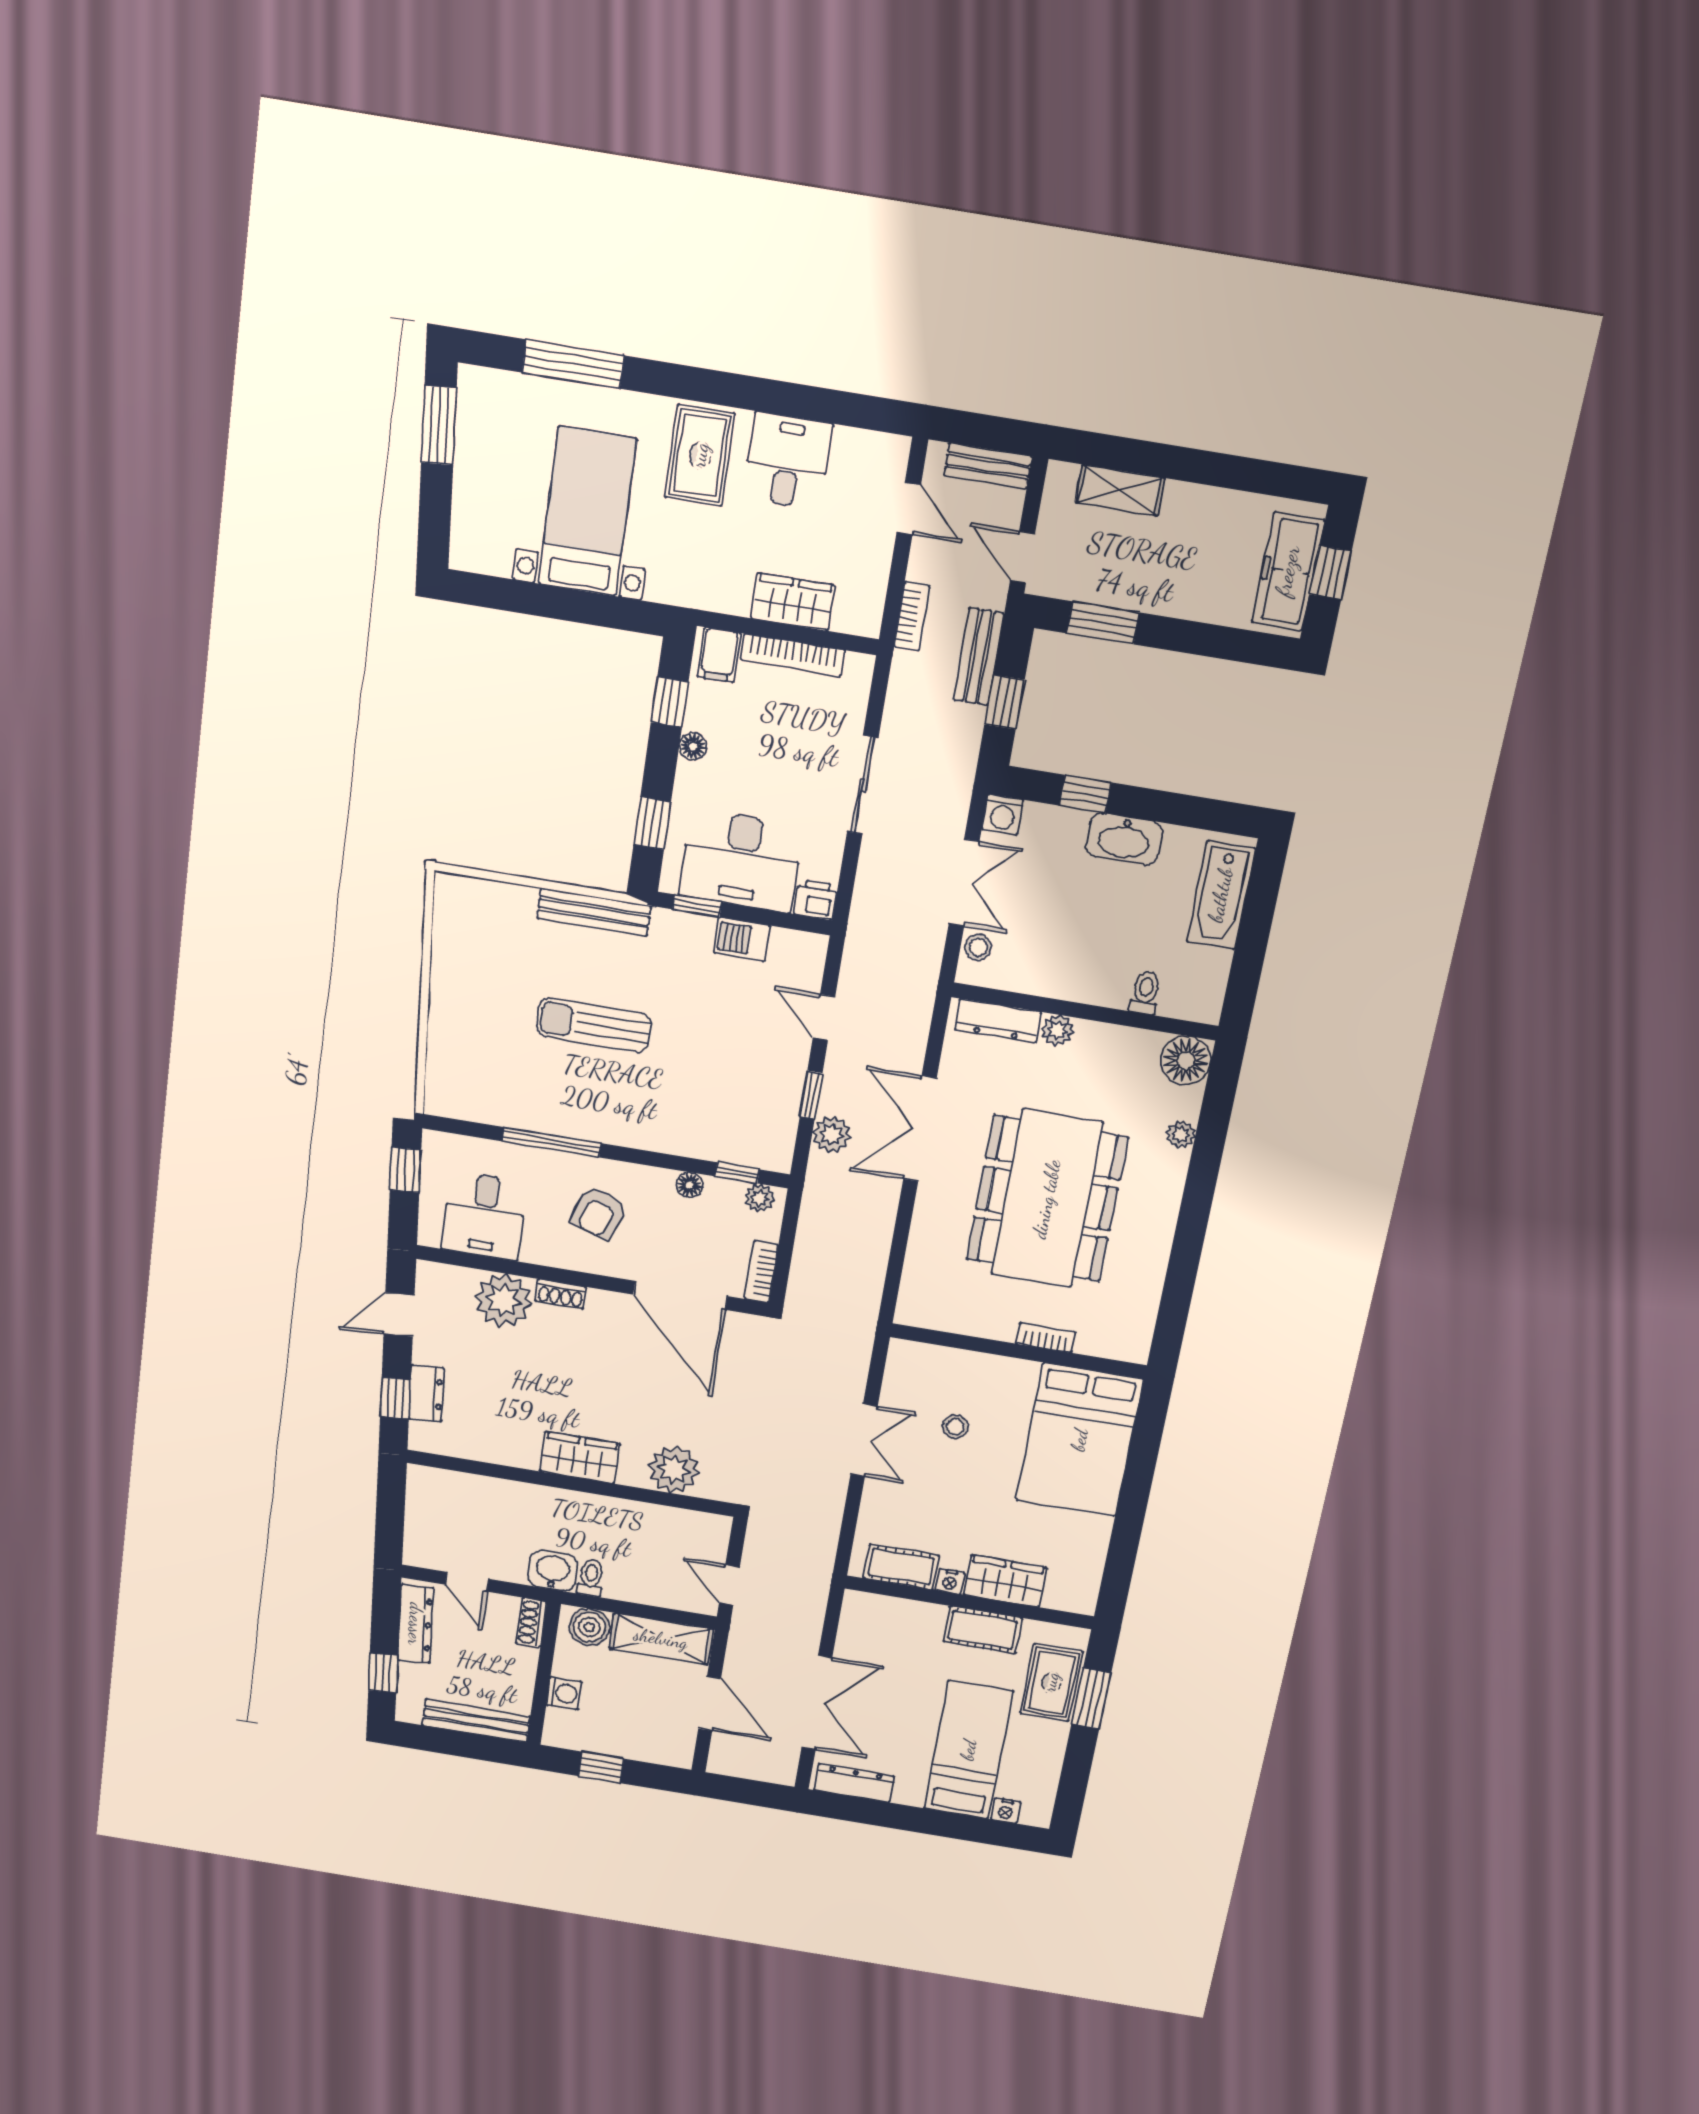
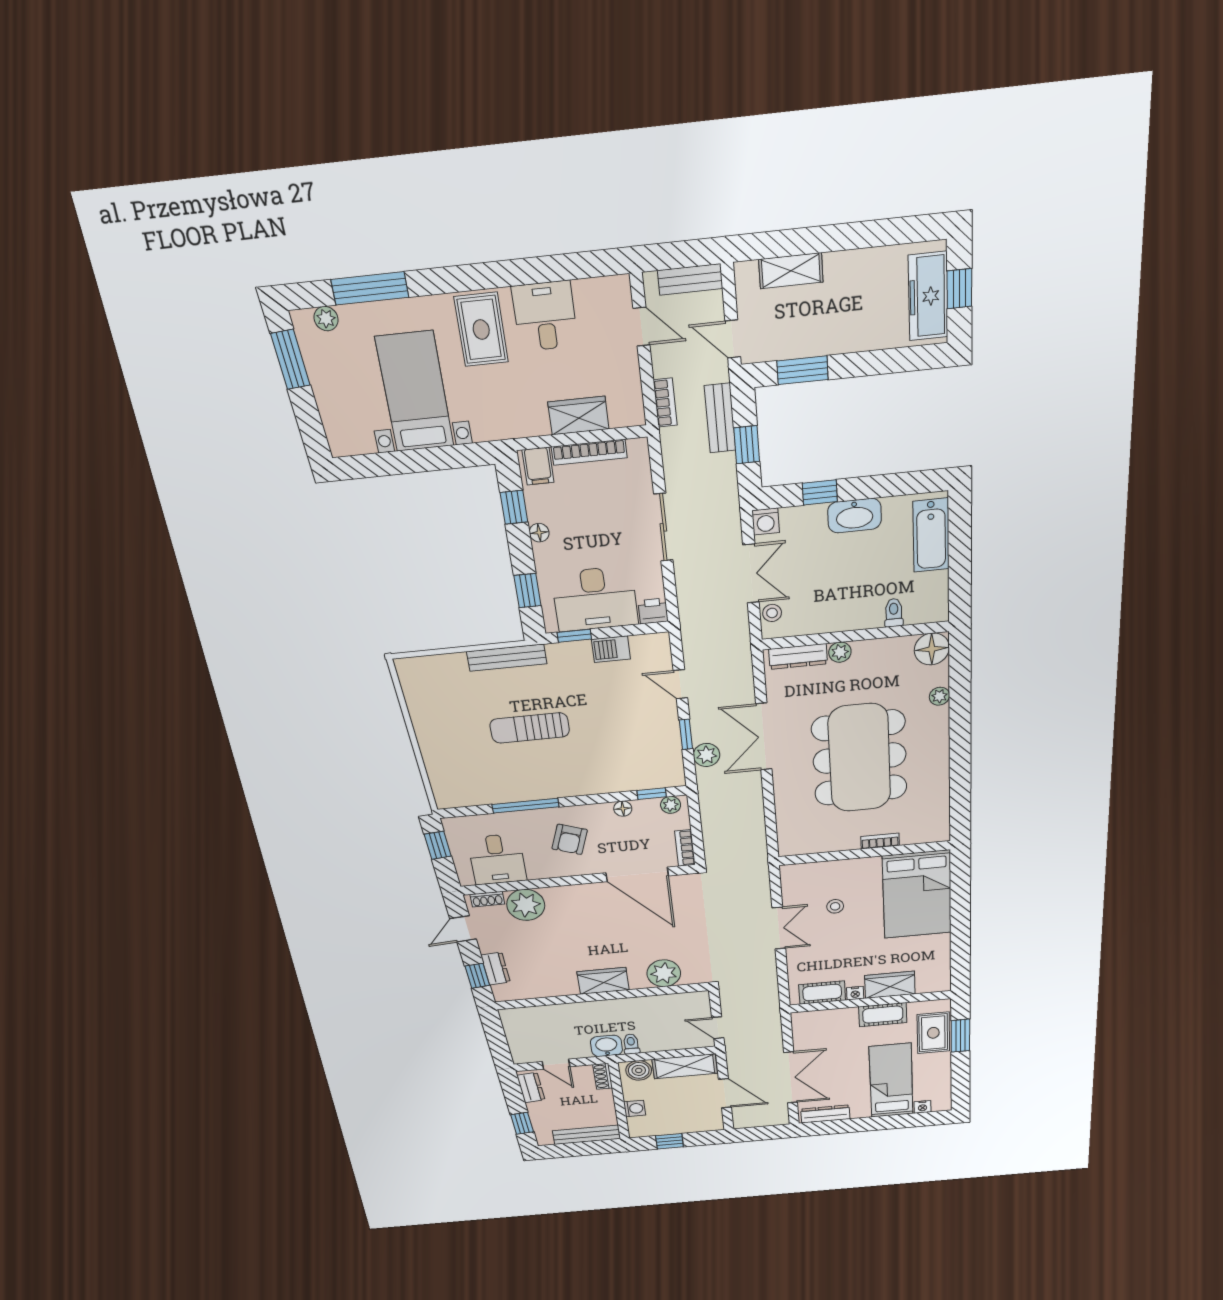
plant: (504, 386) -> (326, 319), added
shoe rack: (561, 1294) -> (487, 899), moved
dresser: (415, 1624) -> (531, 1088), width x0.70

